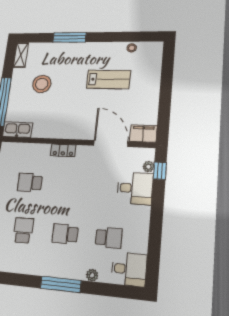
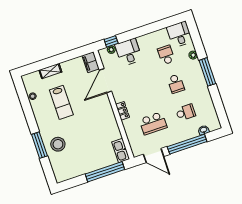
shelving: (21, 55) -> (50, 71), moved
lab bench: (108, 79) -> (61, 102), turned 180
stool: (42, 84) -> (58, 144), moved
school desk: (30, 183) -> (153, 123), width x1.85
school desk: (23, 230) -> (186, 112), turned 180

